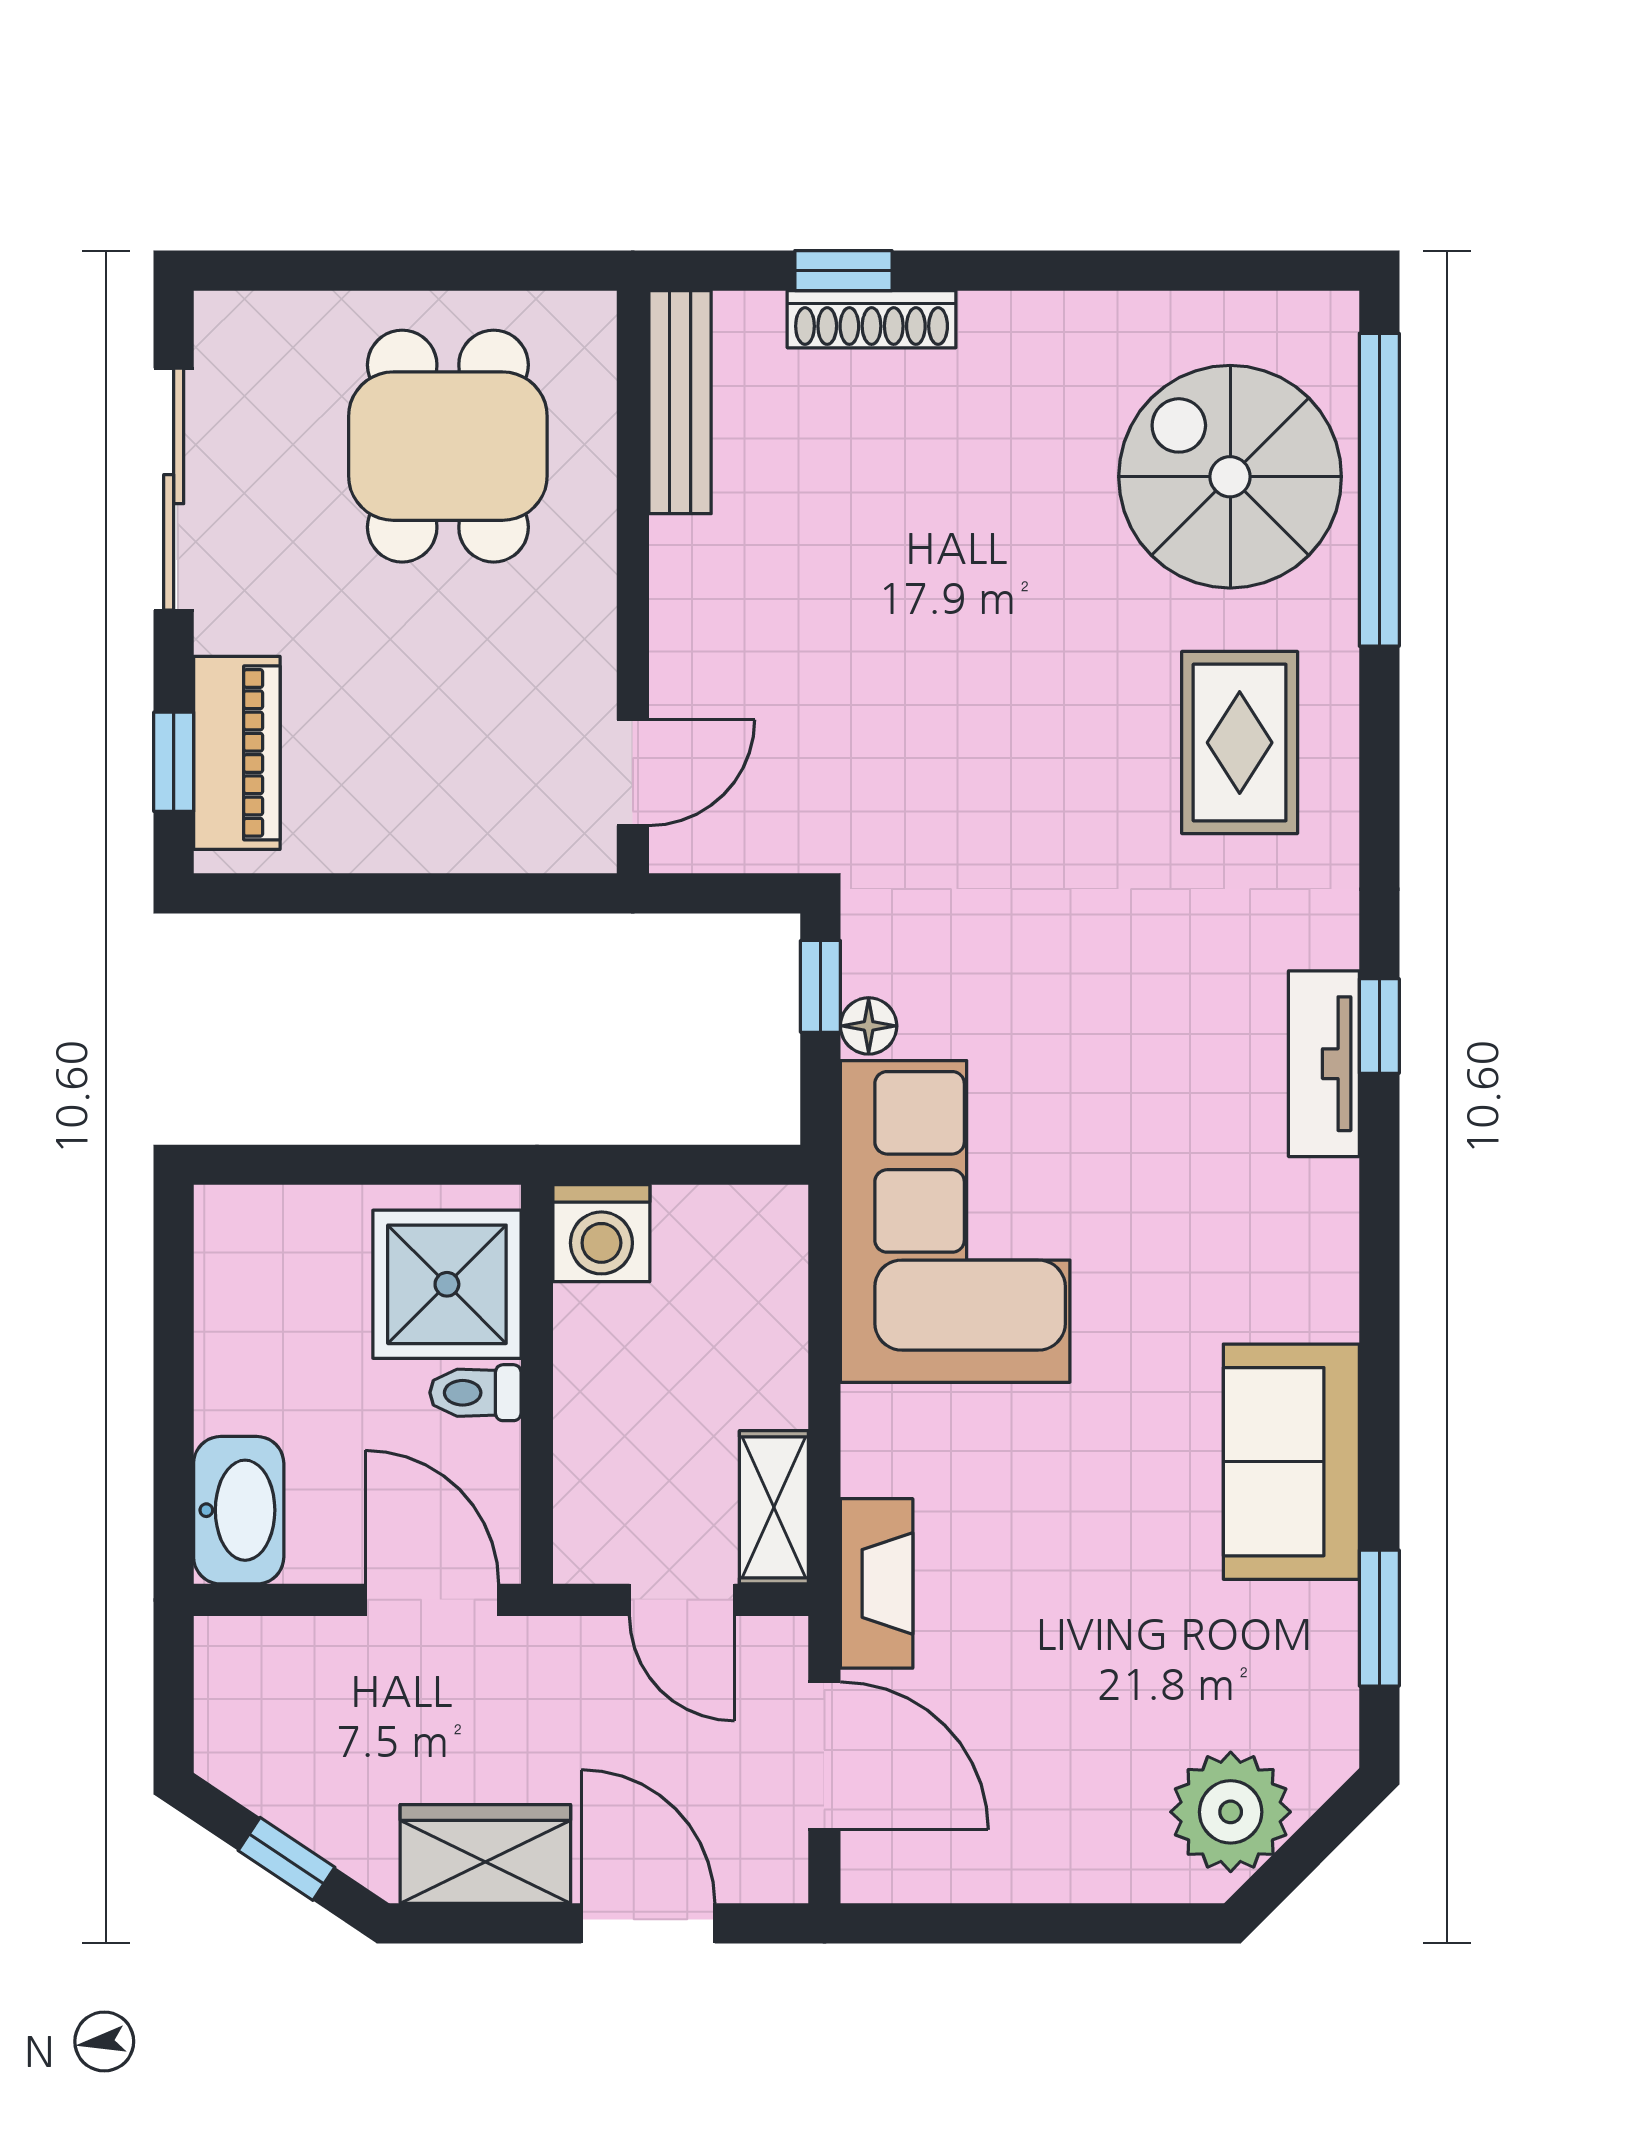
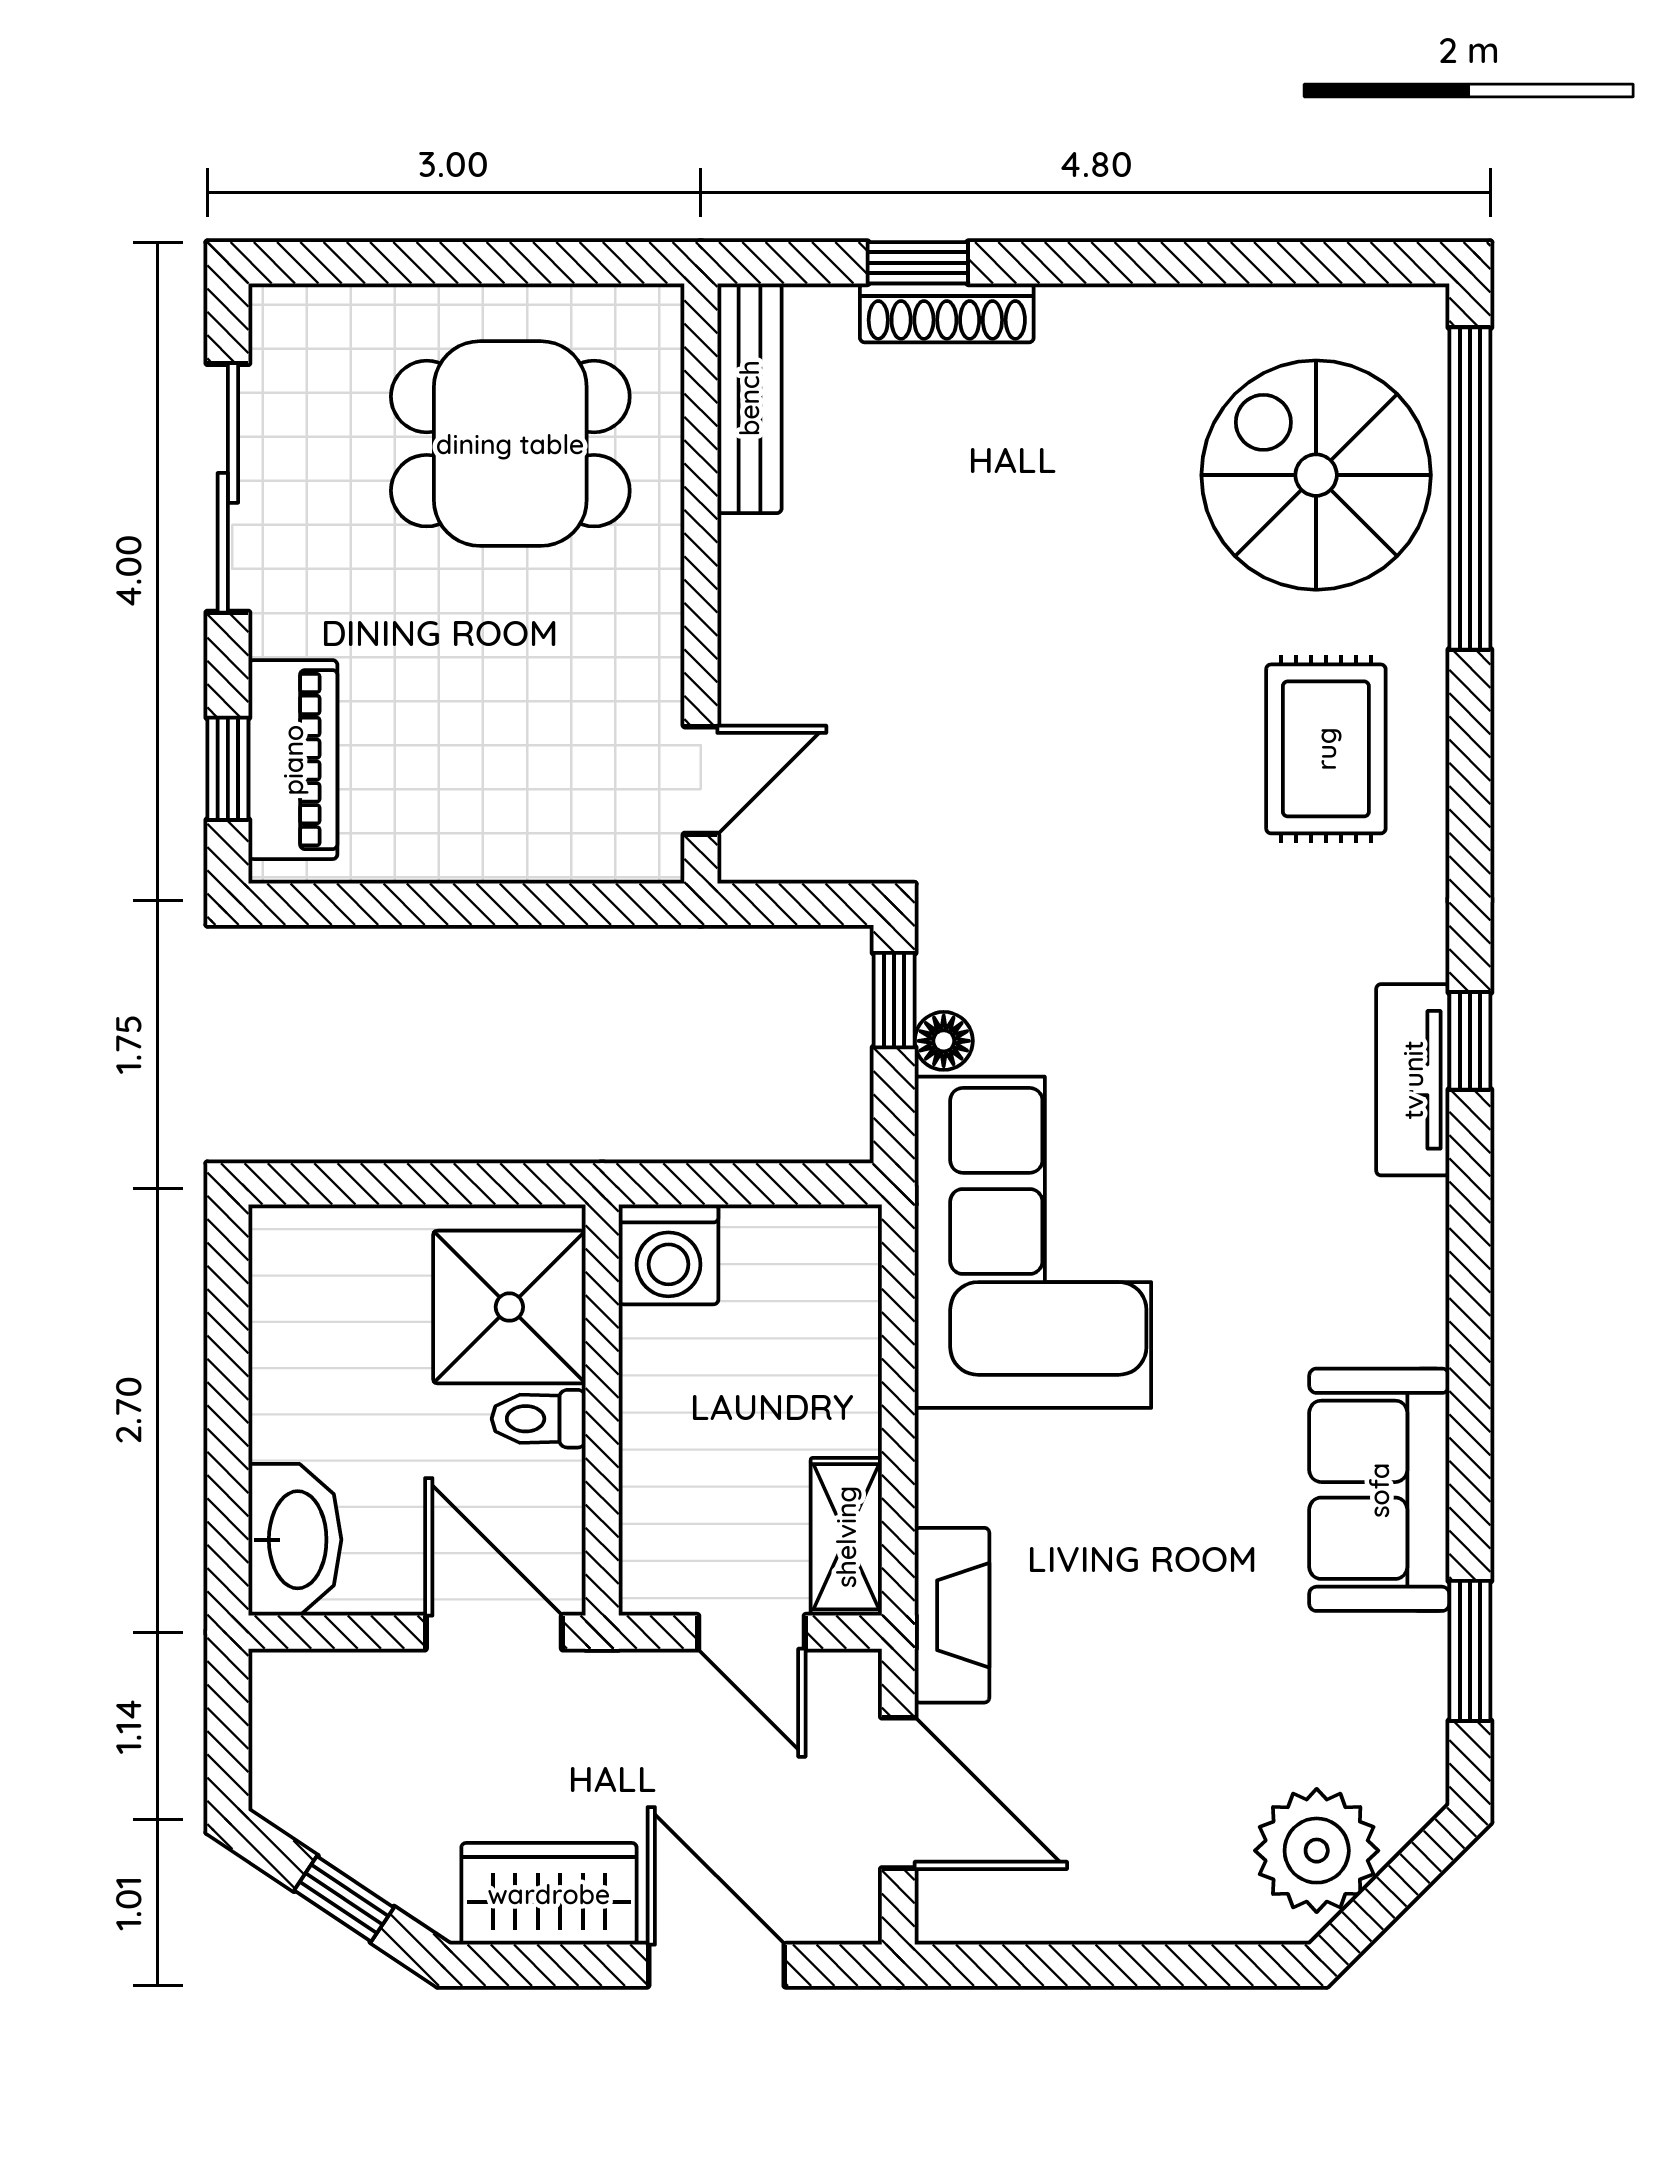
dining table: (448, 446) -> (510, 444), turned 90

